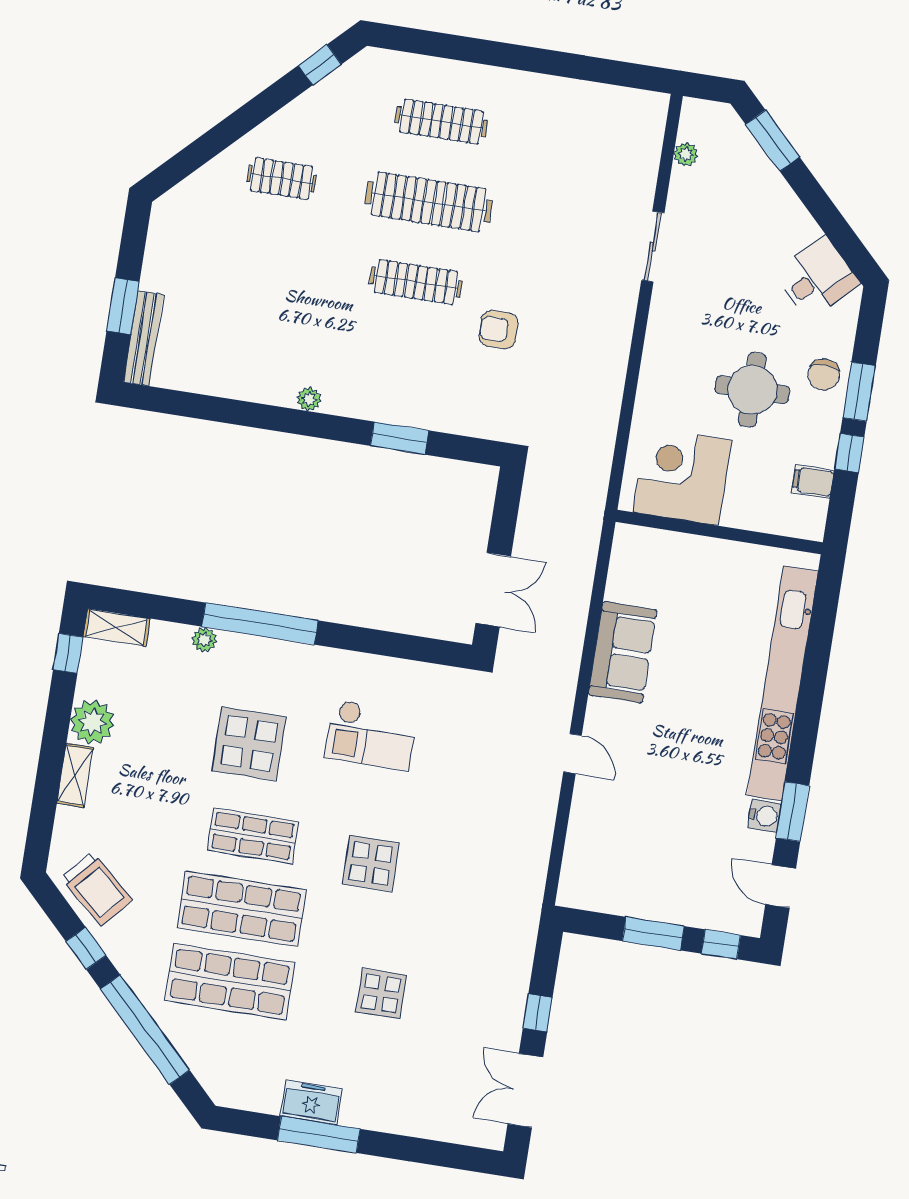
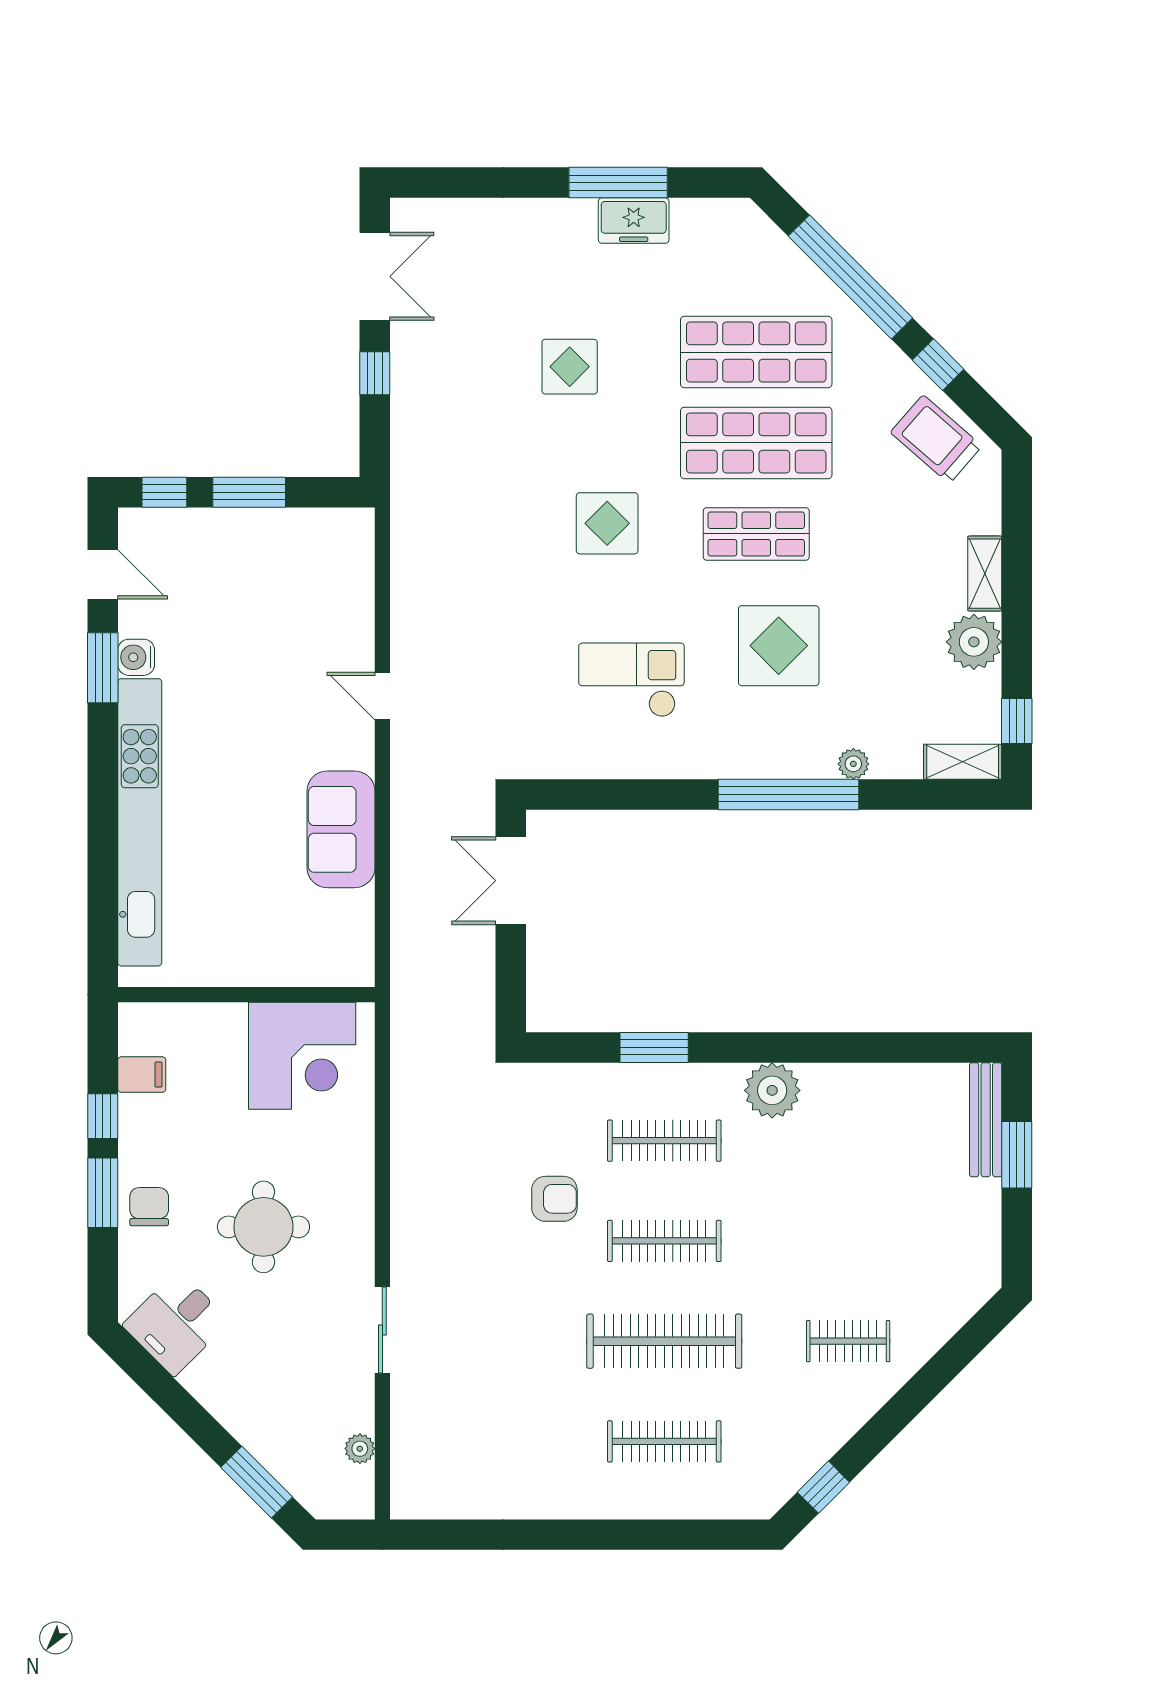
clothes rail: (403, 362) -> (664, 1141), added
round table: (752, 390) -> (263, 1227), moved
plant: (309, 399) -> (772, 1090), width x1.87, depth x1.87

